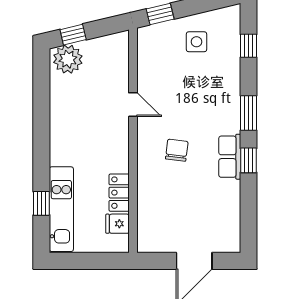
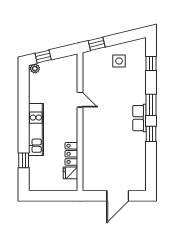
plant: (68, 59) -> (35, 69), width x0.53, depth x0.53
chair: (177, 150) -> (107, 128), removed
row of seats: (230, 157) -> (140, 118), moved
kitchen unit: (61, 209) -> (36, 130), moved

